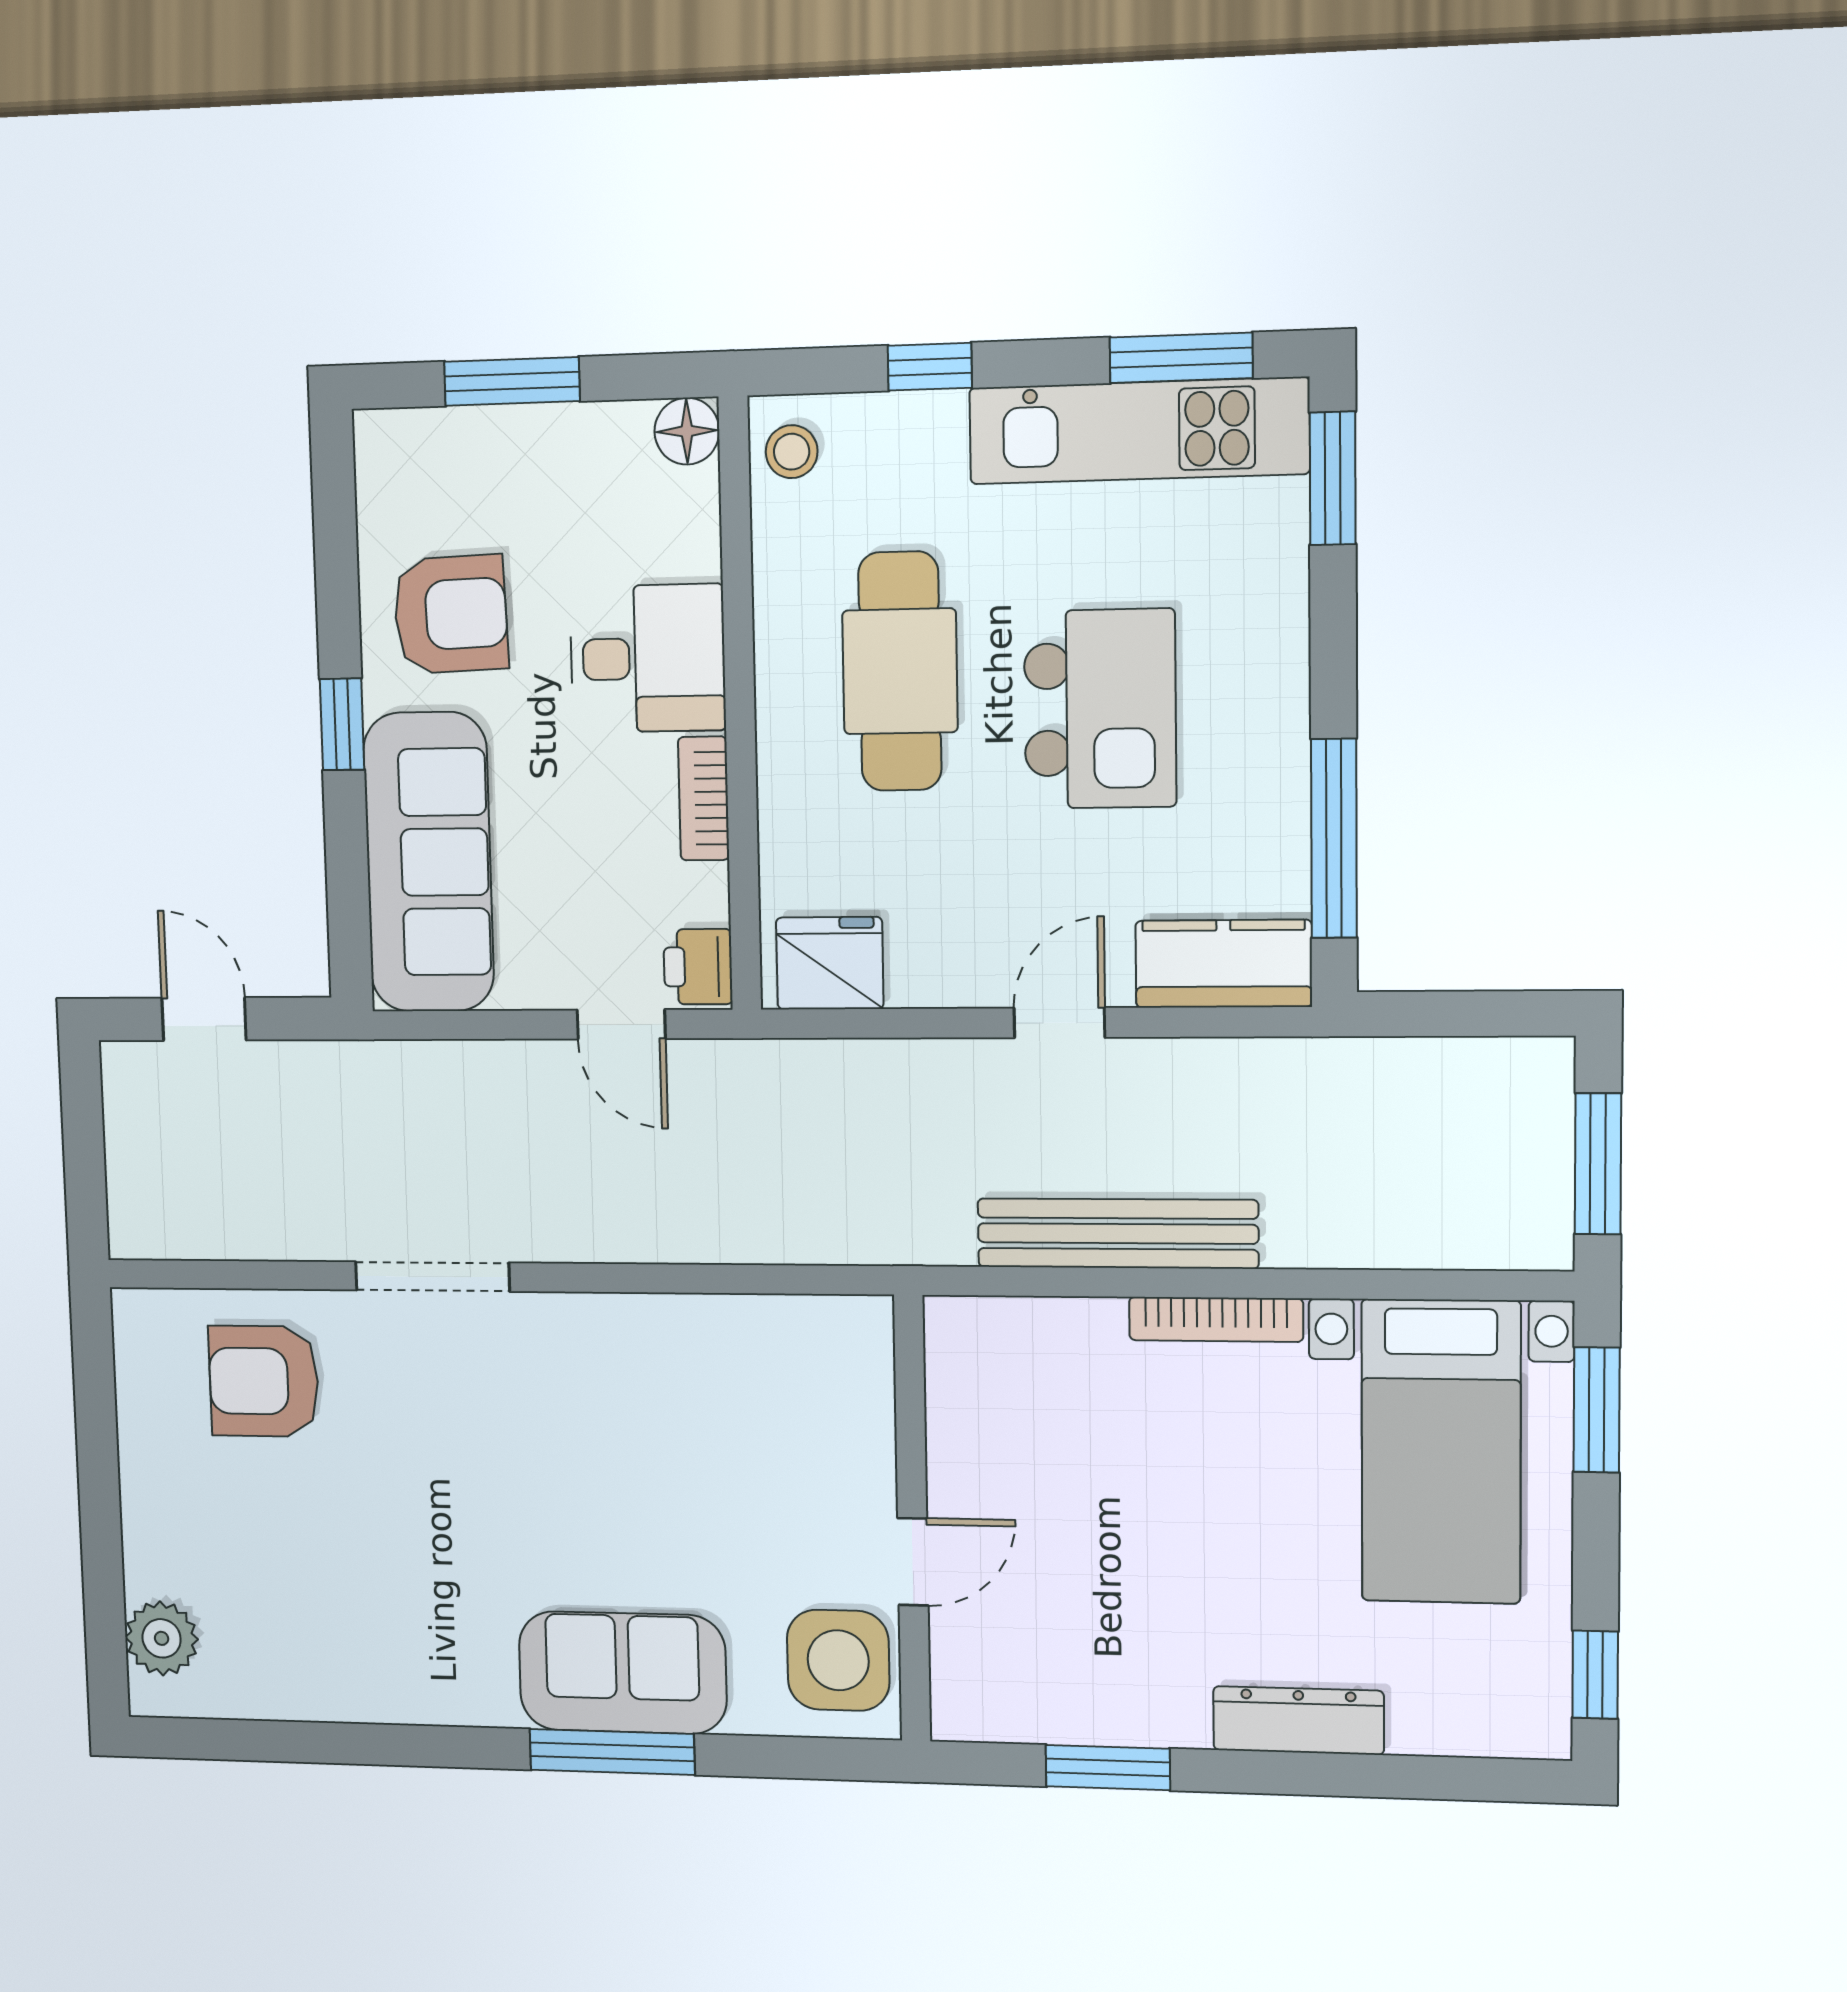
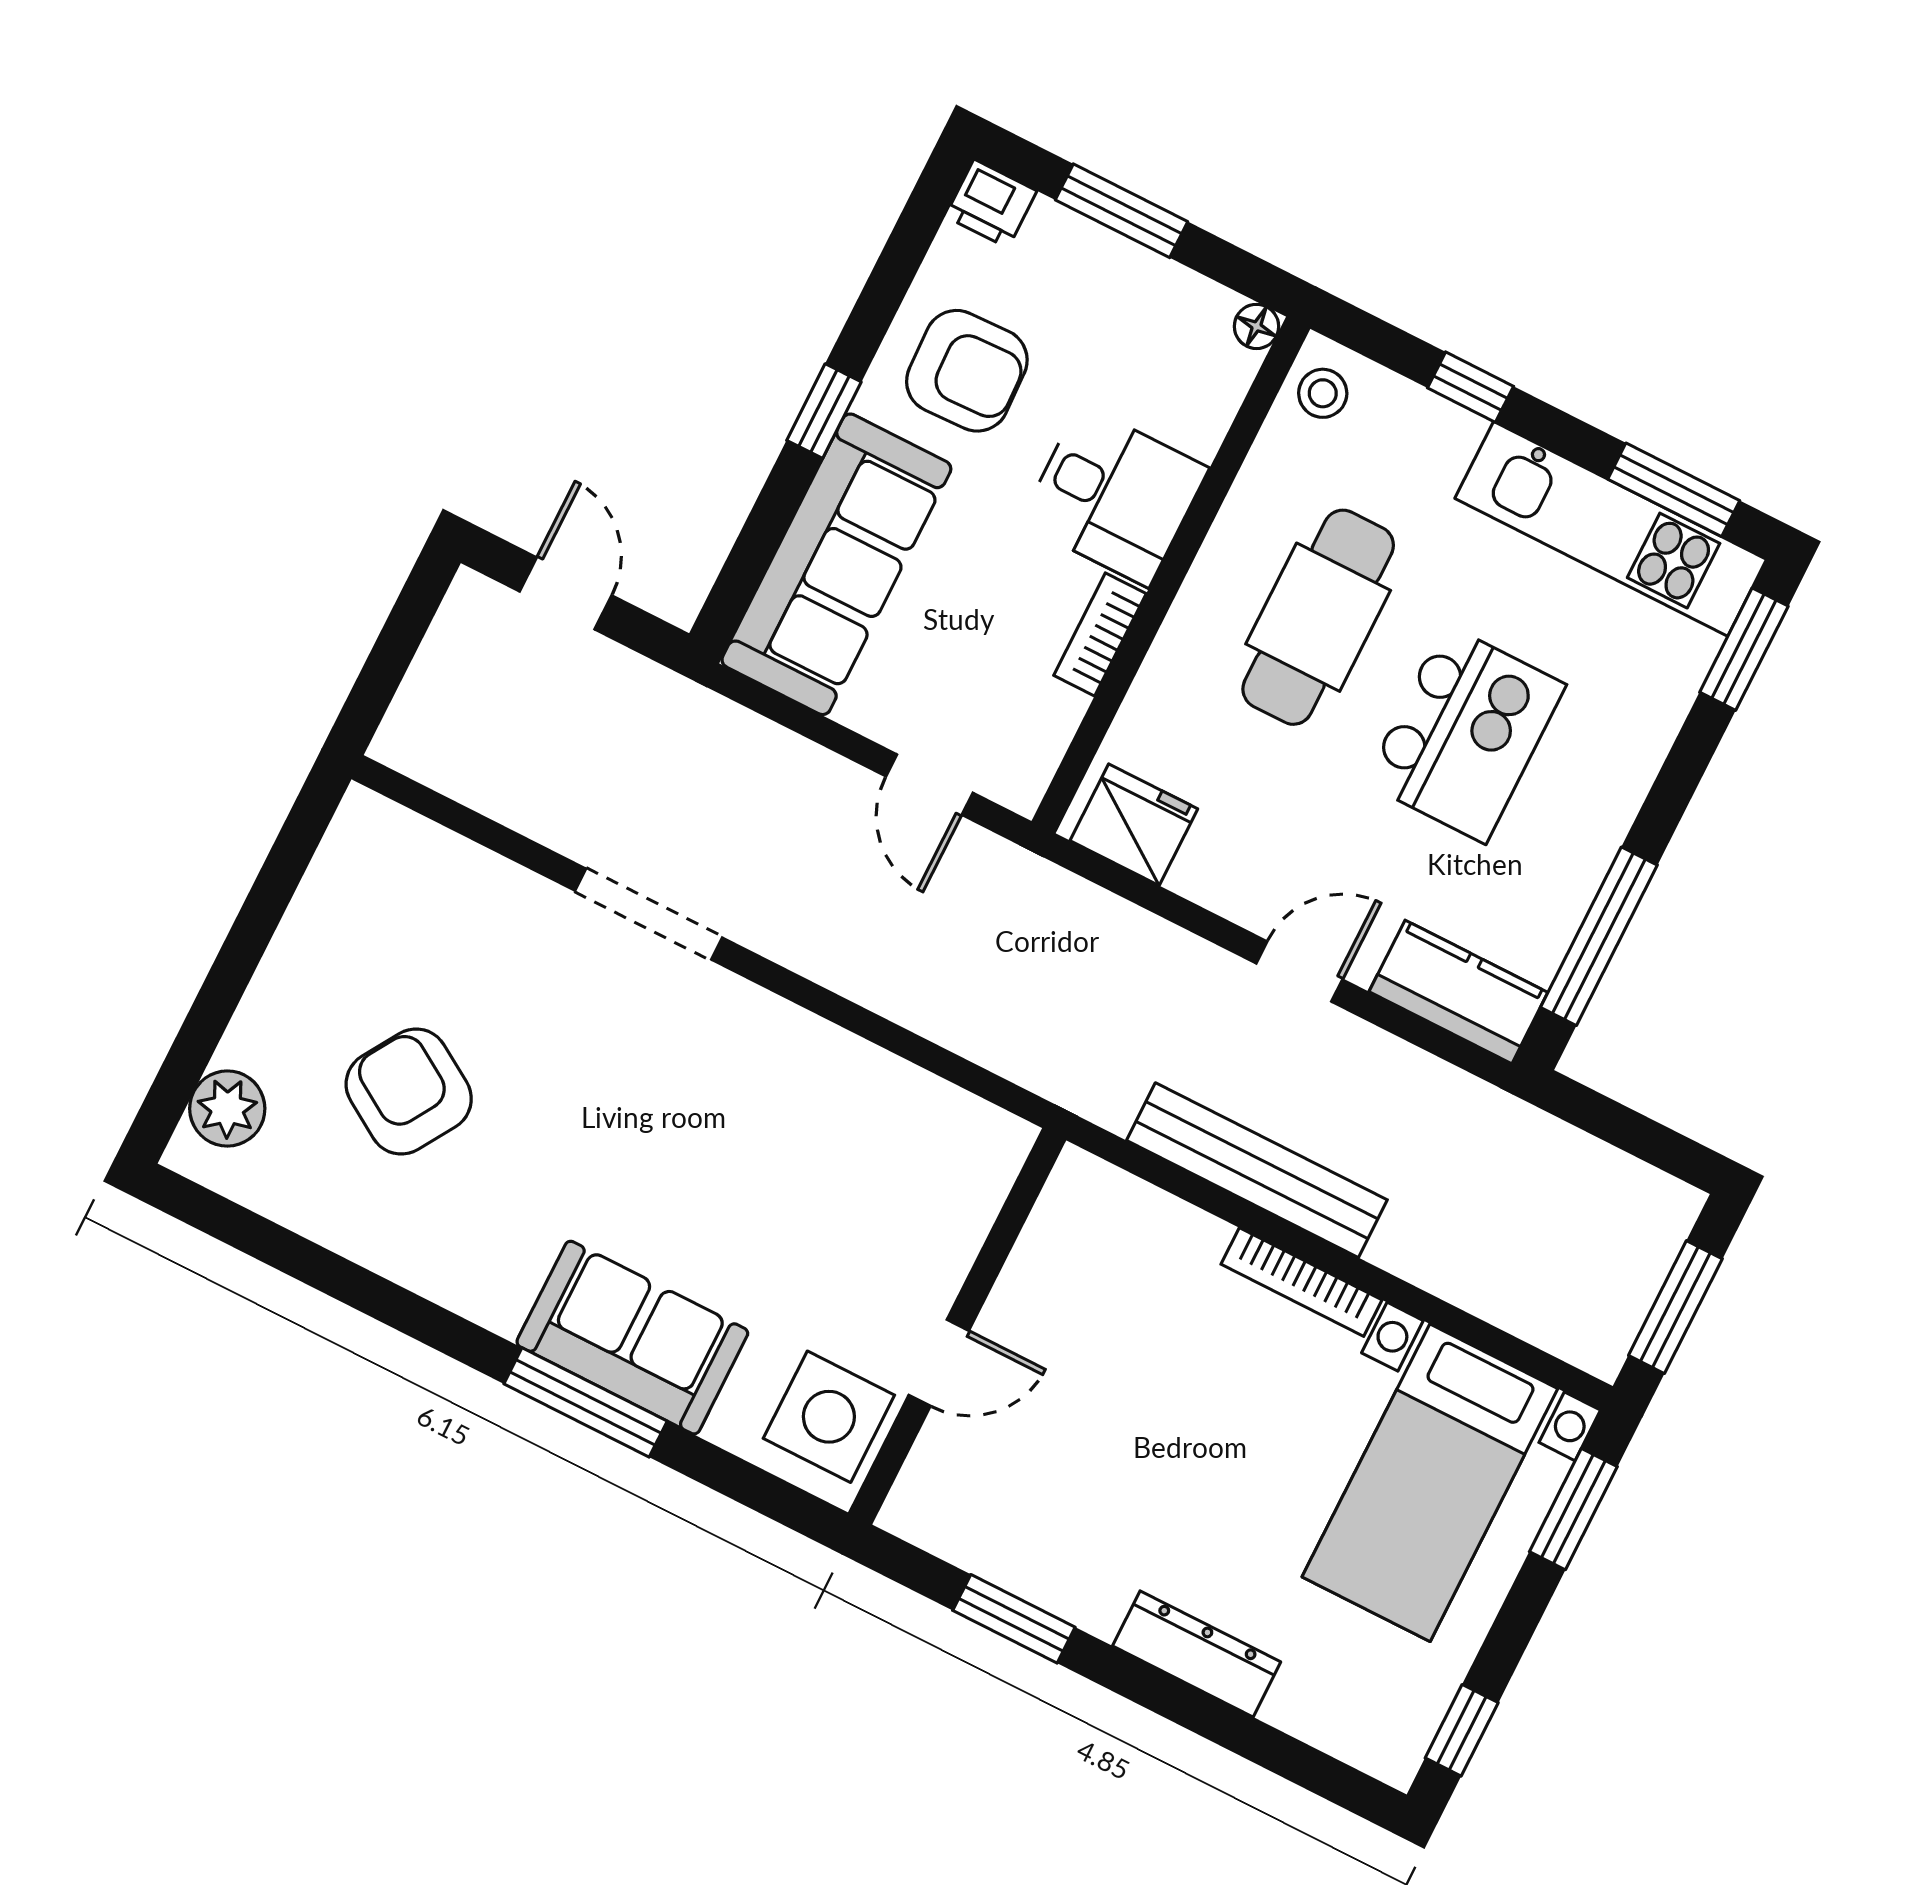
floor lamp: (687, 431) -> (1256, 326), width x0.73, depth x0.73
printer: (698, 967) -> (991, 204), moved, turned -90
armchair: (264, 1381) -> (409, 1091), moved, turned 32

